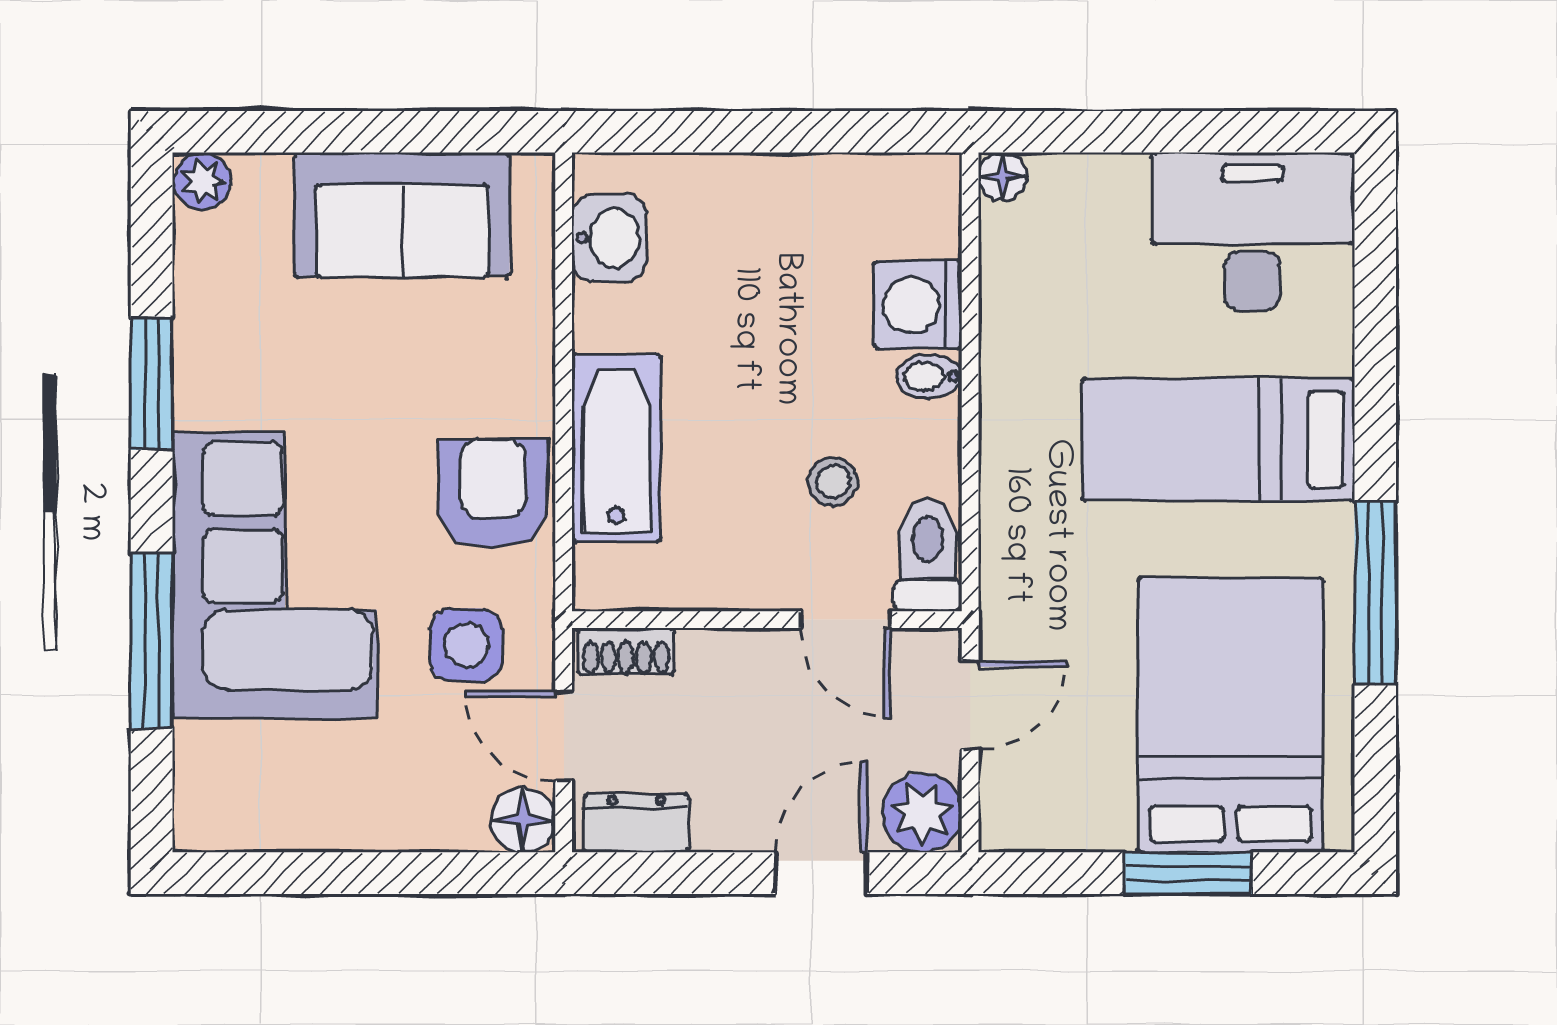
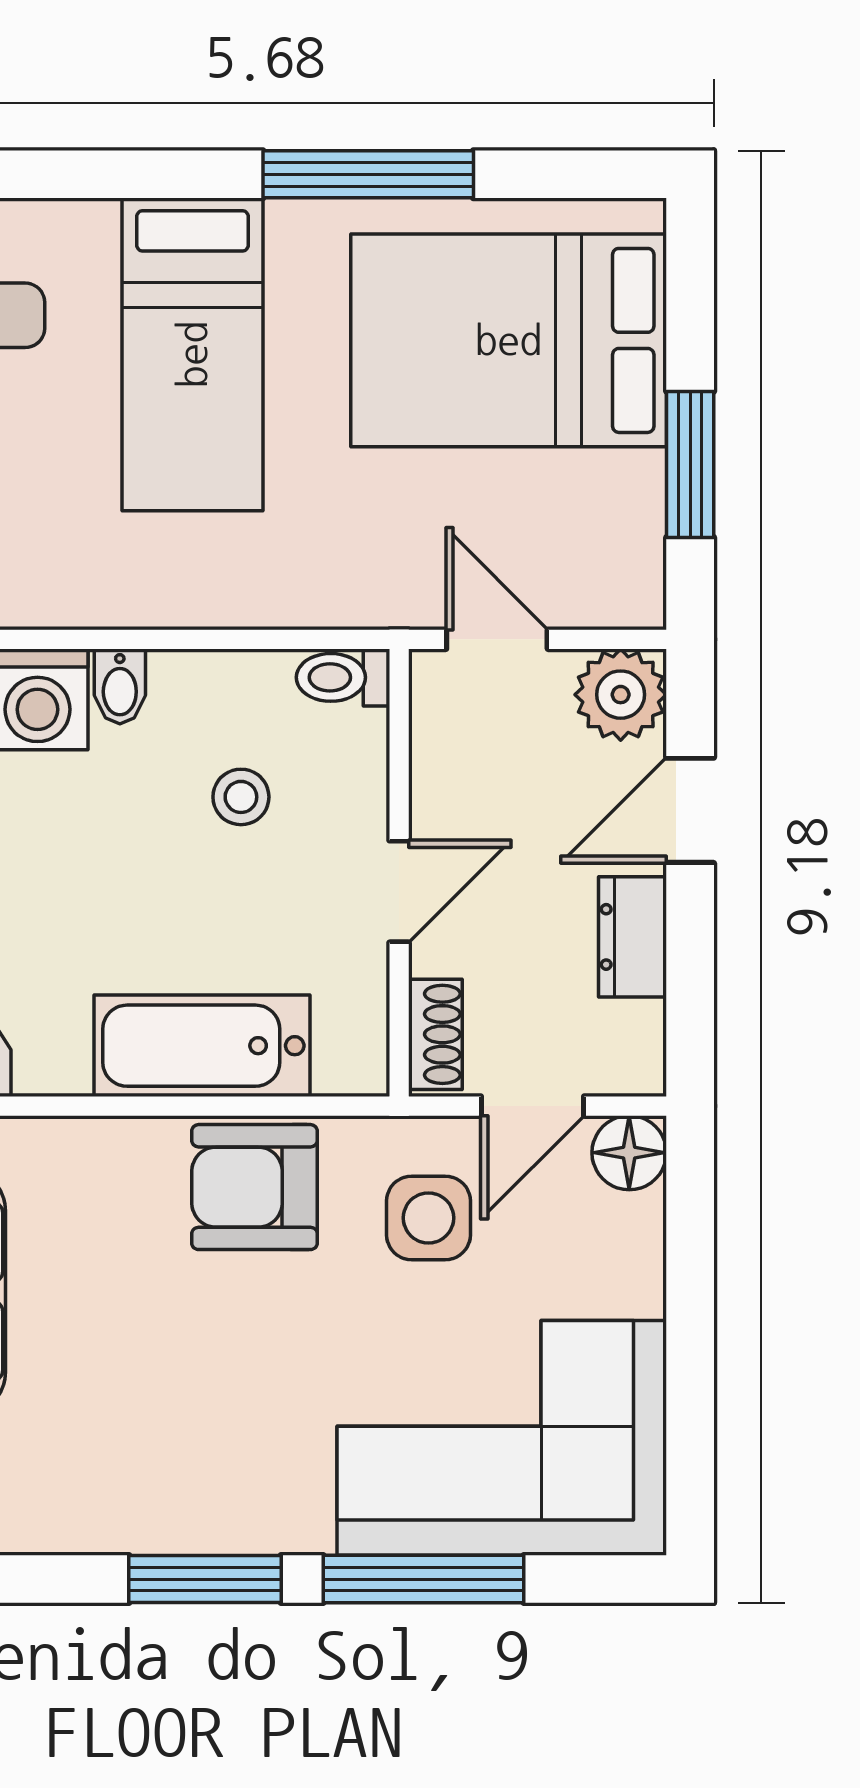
window: (152, 384) -> (205, 1579), moved
toilet: (928, 555) -> (343, 677), width x0.73, depth x0.72
corner sofa: (275, 575) -> (502, 1438), moved
door: (845, 620) -> (399, 891), moved
dresser: (636, 823) -> (633, 937), moved
door: (821, 873) -> (690, 810), hinge flipped
window: (1188, 873) -> (690, 464), moved

